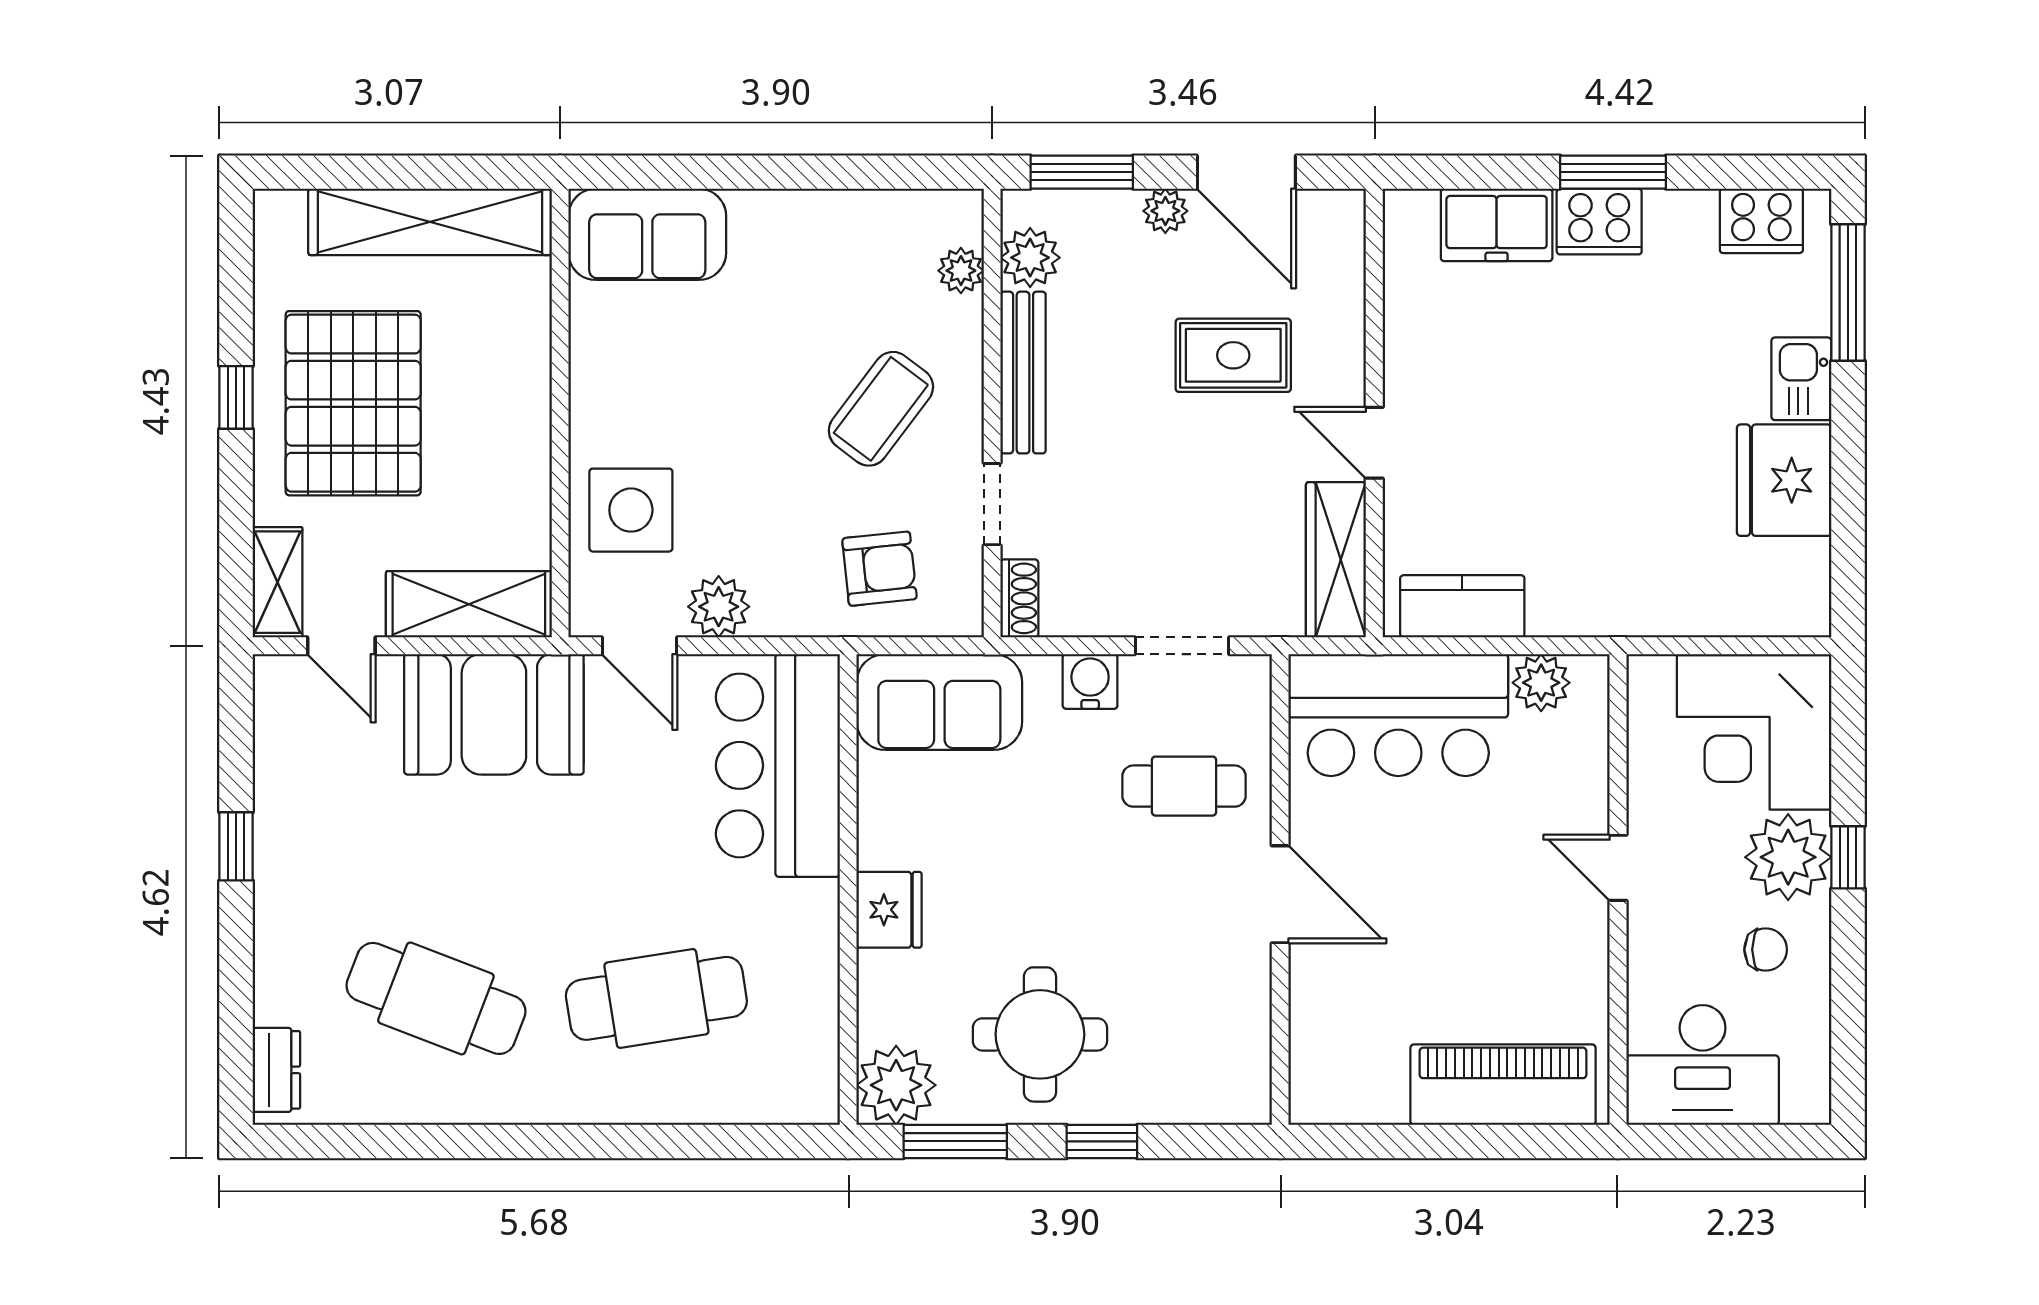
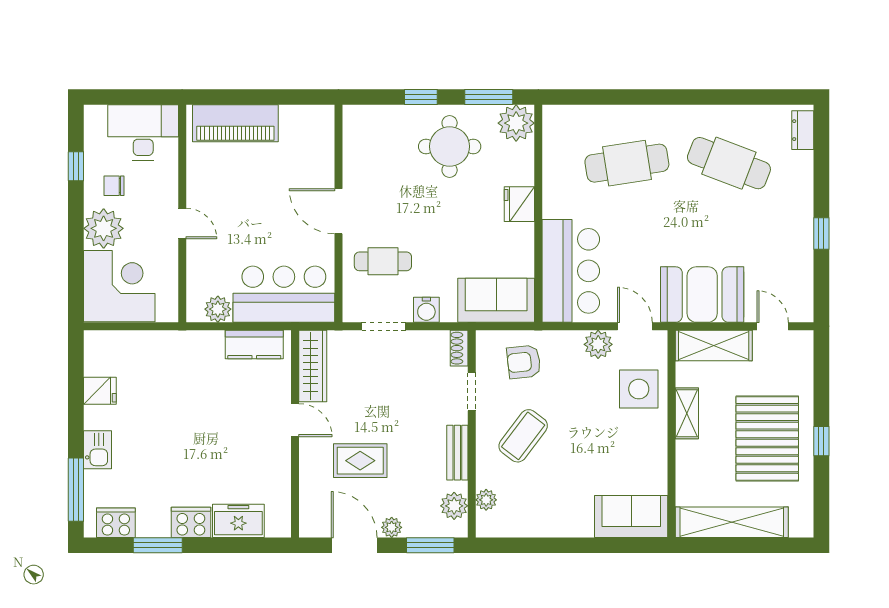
window: (1613, 172) -> (158, 545), moved
bench: (1023, 373) -> (457, 453), width x0.73
fridge: (1784, 480) -> (100, 391), width x0.53, depth x0.75
shelving: (277, 582) -> (687, 413), moved
window: (1848, 857) -> (76, 166), moved

